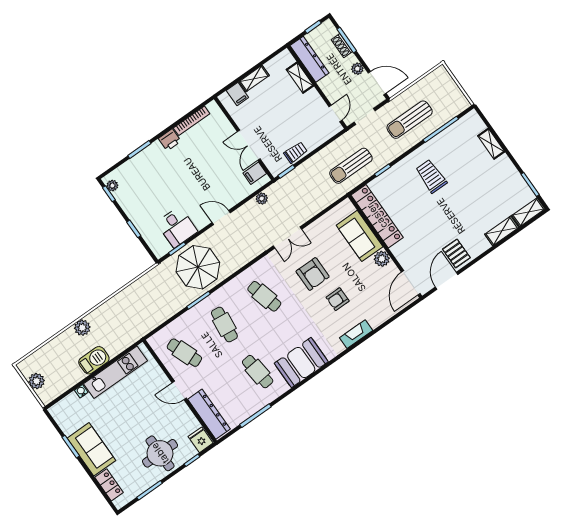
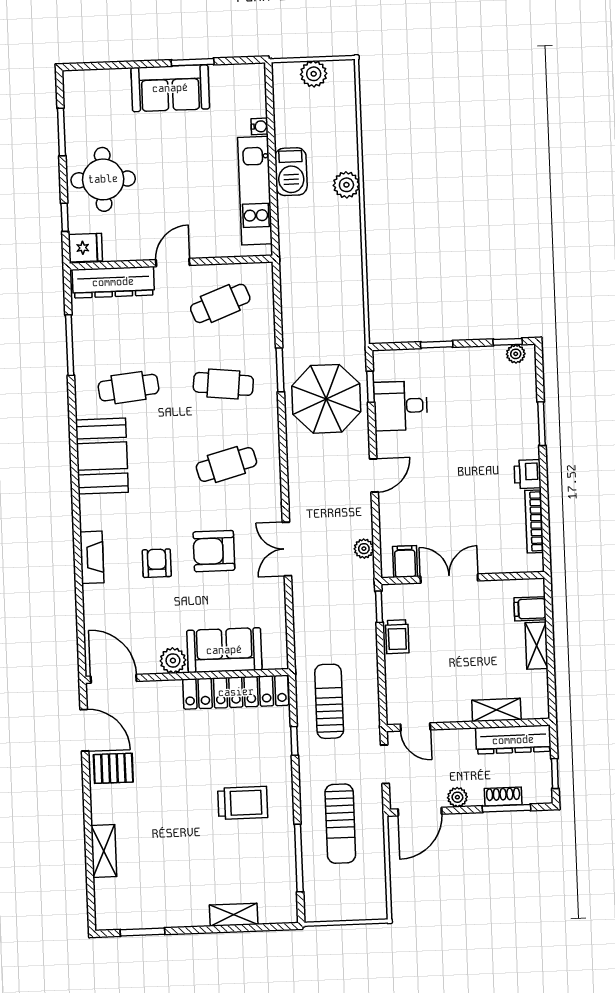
sun lounger: (410, 120) -> (340, 824), turned 180
shelving: (528, 212) -> (106, 905), removed
locker: (109, 485) -> (105, 81), removed

